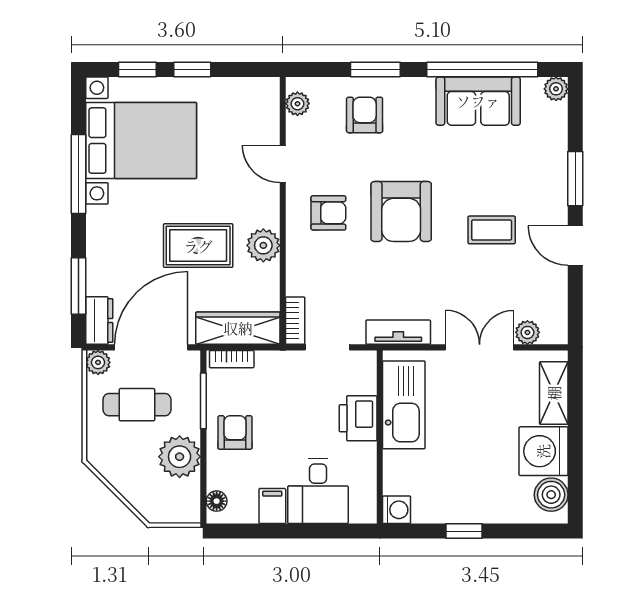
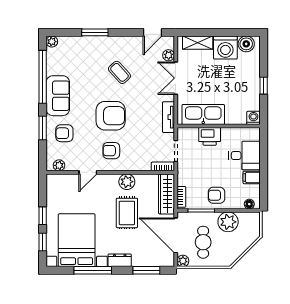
sofa: (478, 101) -> (58, 96), moved
armchair: (328, 213) -> (111, 151), turned -90
coffee table: (492, 230) -> (119, 72), turned -42
door: (575, 246) -> (153, 32), moved
dresser: (99, 320) -> (120, 260), moved

